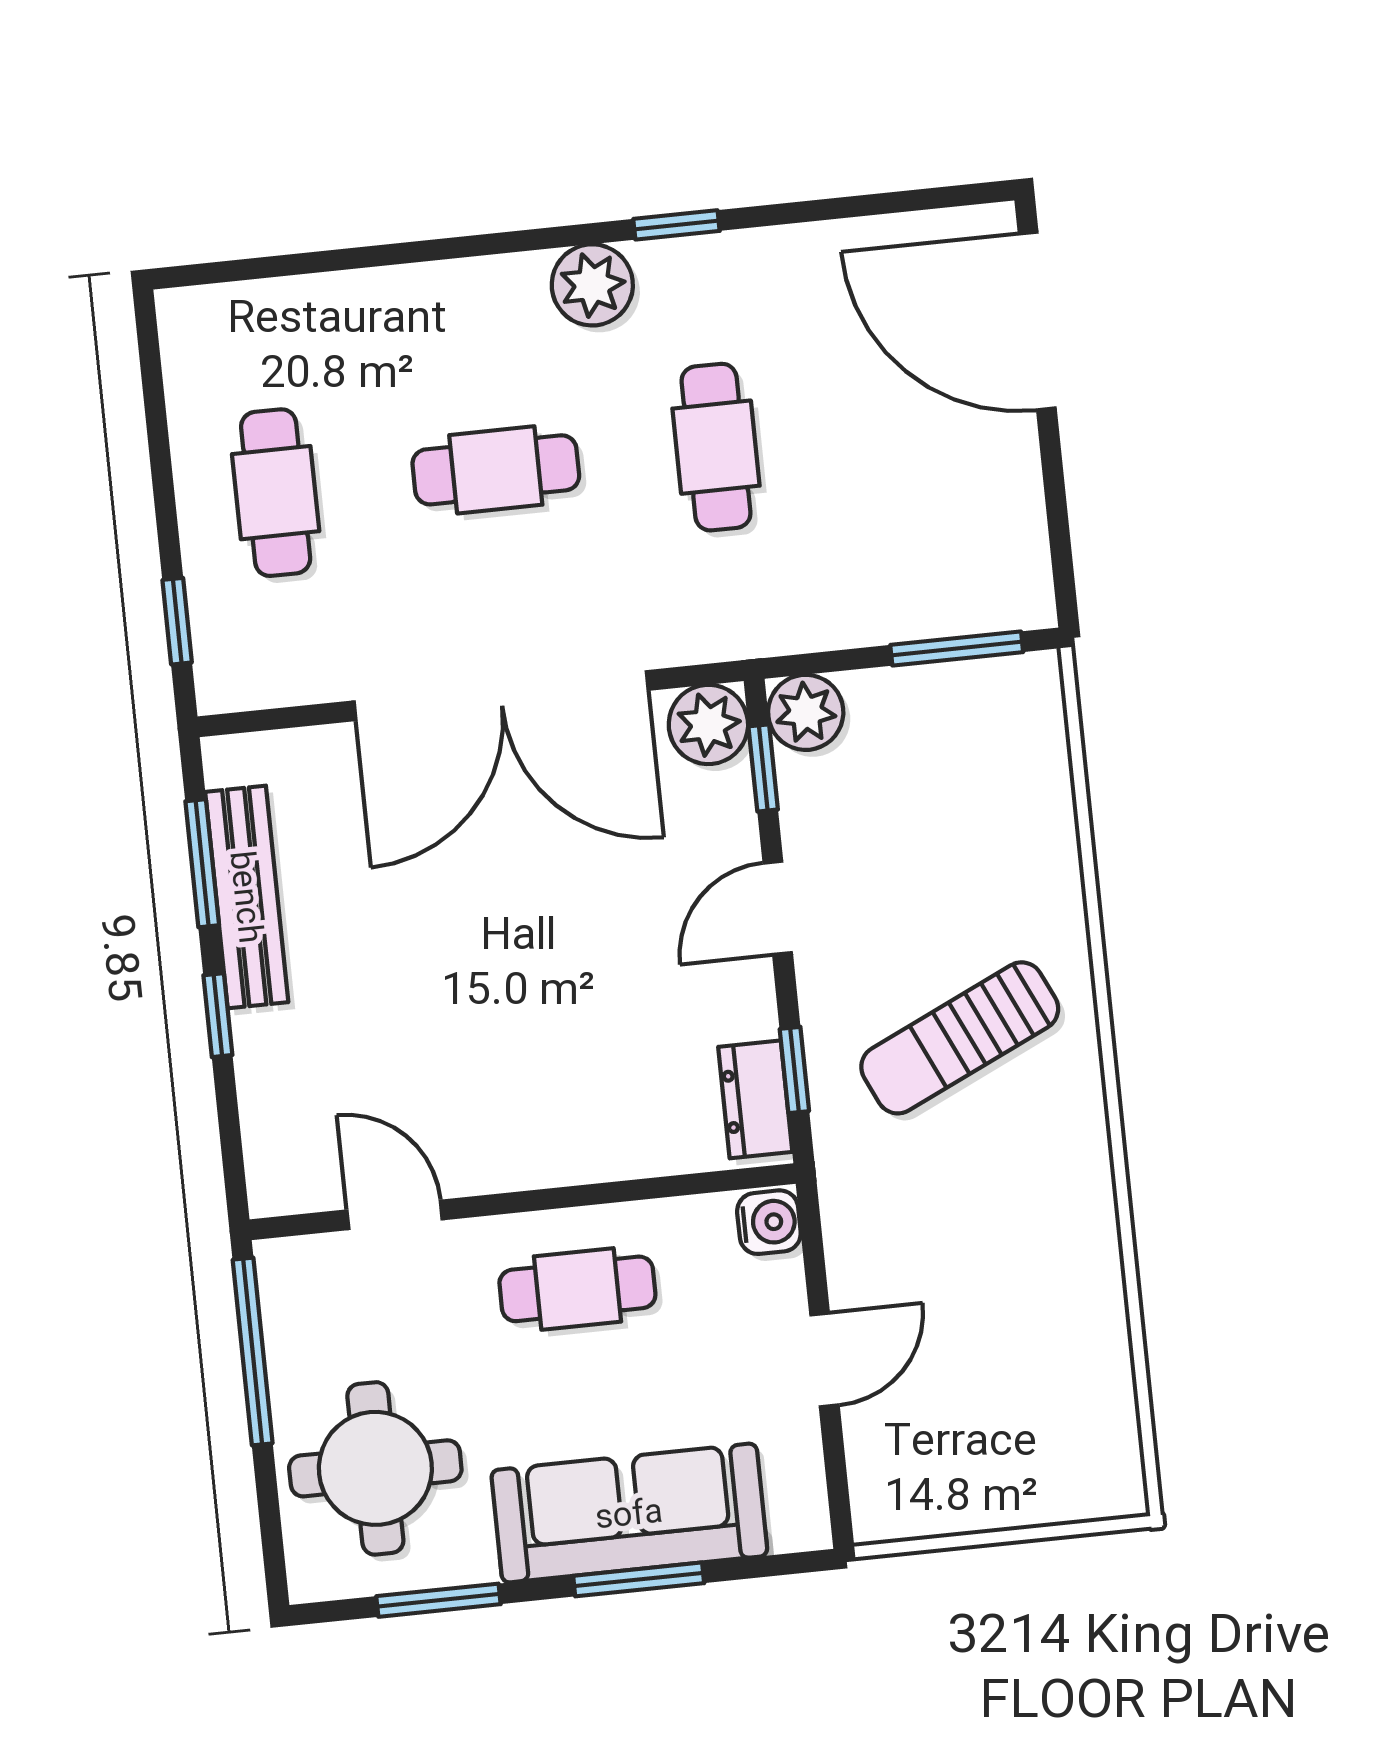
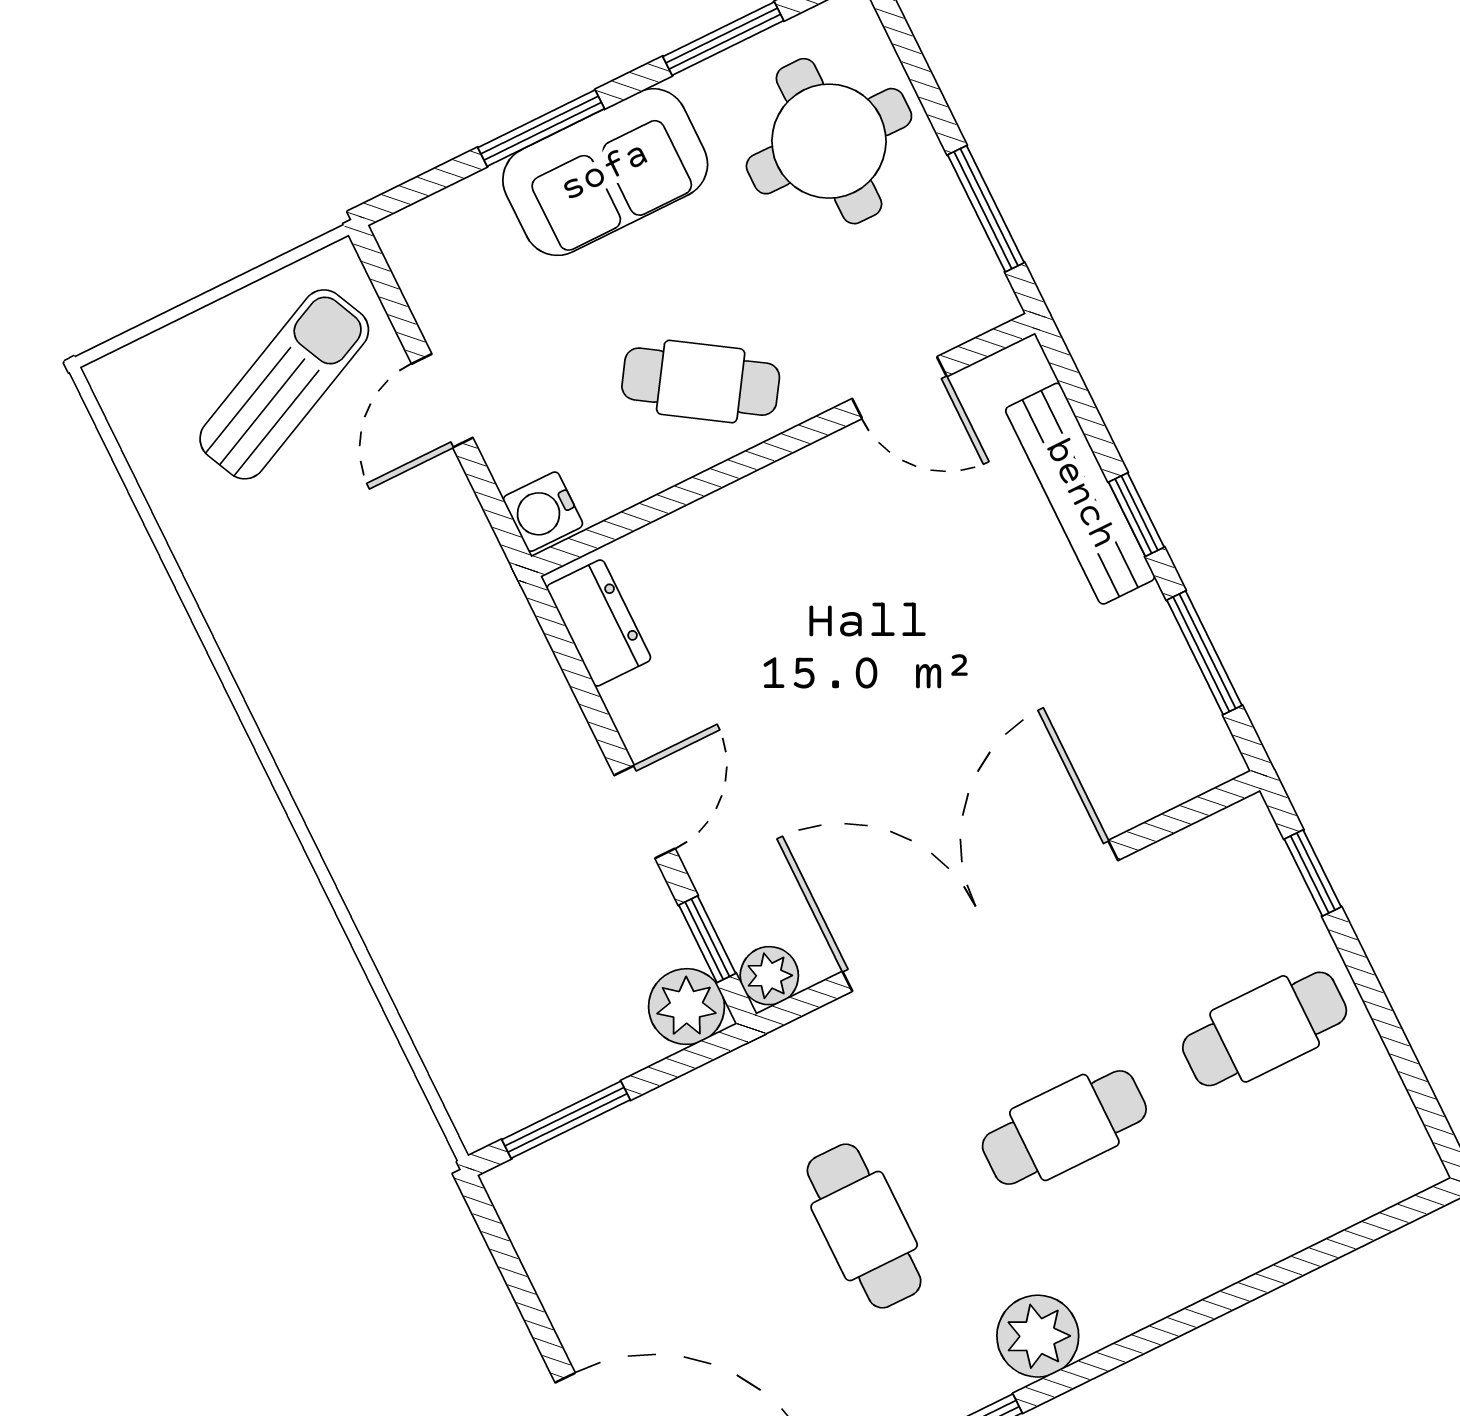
cafe table: (276, 493) -> (1265, 1029), turned 90
plant: (708, 724) -> (769, 976), width x0.73, depth x0.73
bench: (247, 897) -> (1080, 494), moved
sun lounger: (960, 1038) -> (284, 384), moved
window: (794, 1070) -> (572, 664), removed
cafe table: (577, 1289) -> (701, 382), turned 33
window: (253, 1352) -> (986, 209), width x0.69
sofa: (629, 1513) -> (605, 172), width x0.73

